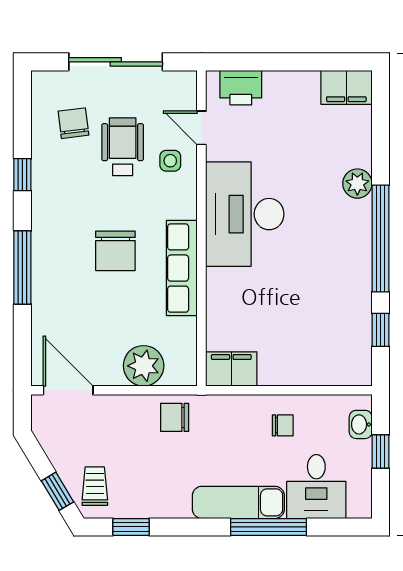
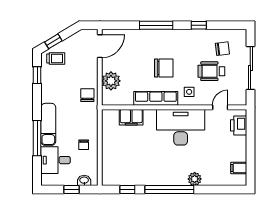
filing cabinet: (346, 87) -> (239, 168), width x0.50
wheelchair: (123, 147) -> (211, 71), turned 180
side table: (170, 161) -> (189, 92), moved
chair: (115, 251) -> (164, 68), turned 180
filing cabinet: (231, 369) -> (131, 117), moved, turned 90

